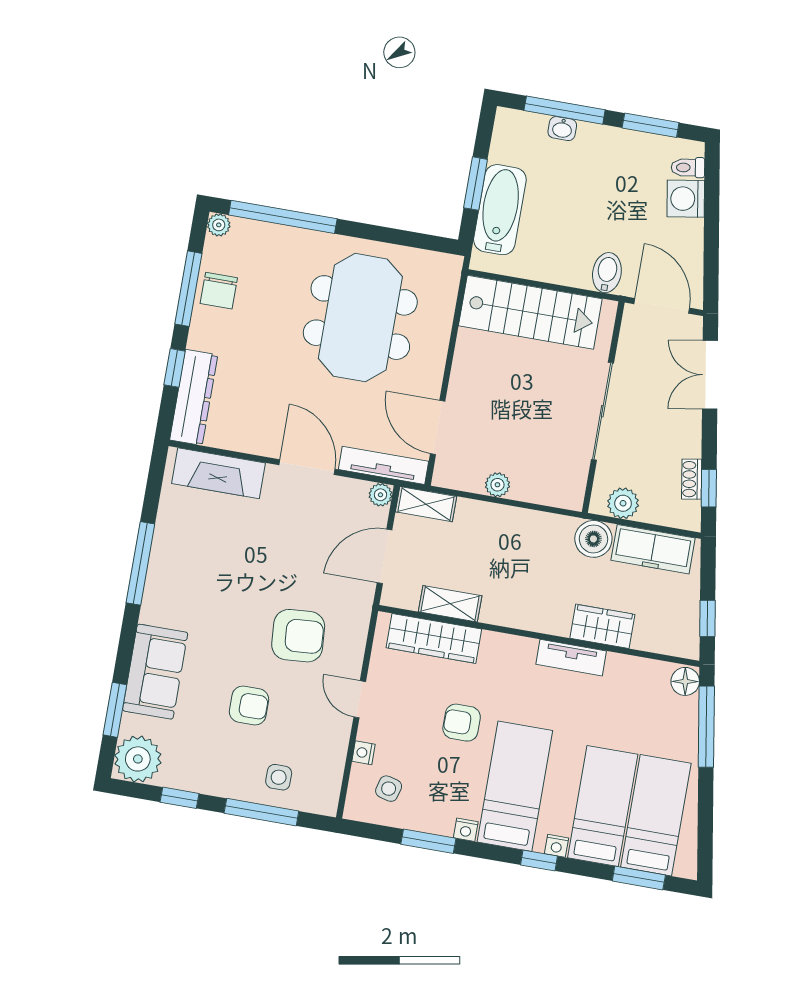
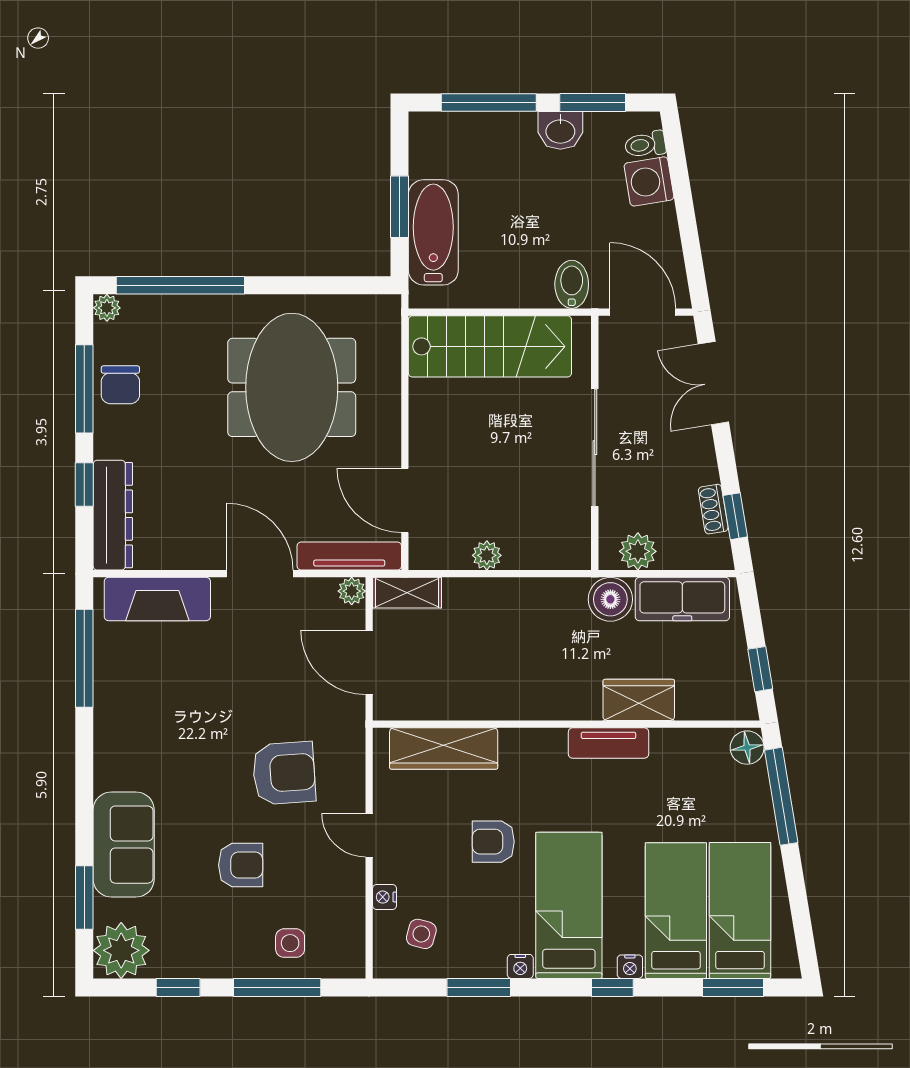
washbasin: (562, 129) -> (560, 130), moved, width x1.38, depth x1.45
door: (385, 556) -> (369, 662), hinge flipped
window: (140, 563) -> (84, 658), moved
shelving: (450, 604) -> (456, 705), removed

